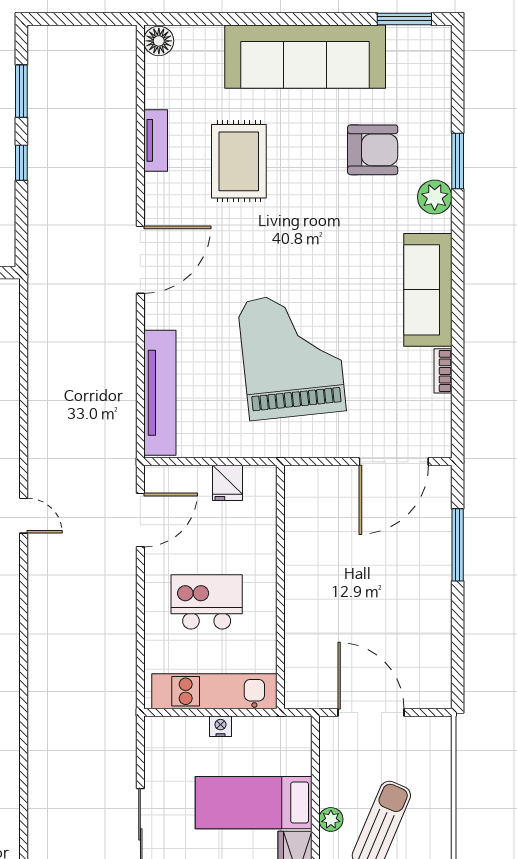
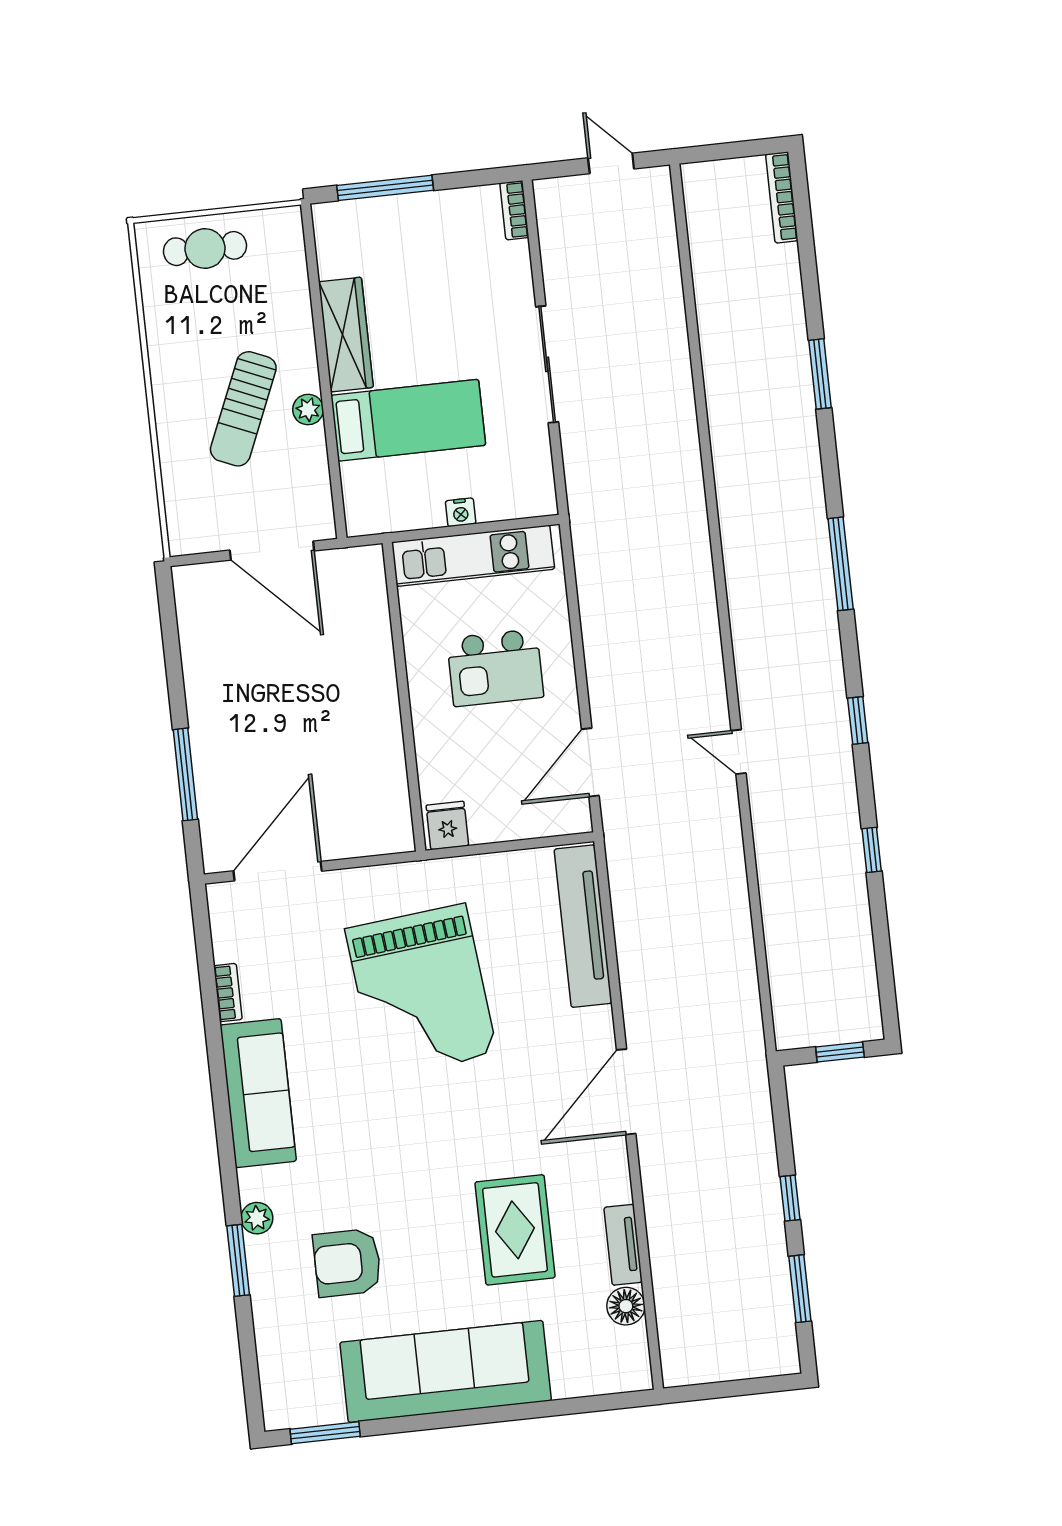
floor lamp: (159, 41) -> (626, 1306), moved
plant: (435, 197) -> (257, 1218), width x0.73, depth x0.73
fridge: (228, 483) -> (447, 825), moved

